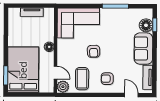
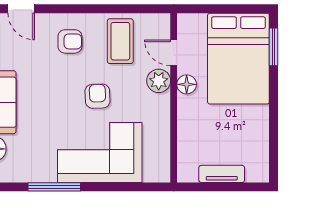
corner sofa: (78, 23) -> (100, 153), moved
floor lamp: (49, 47) -> (187, 84), moved
plant: (63, 87) -> (159, 81), moved

